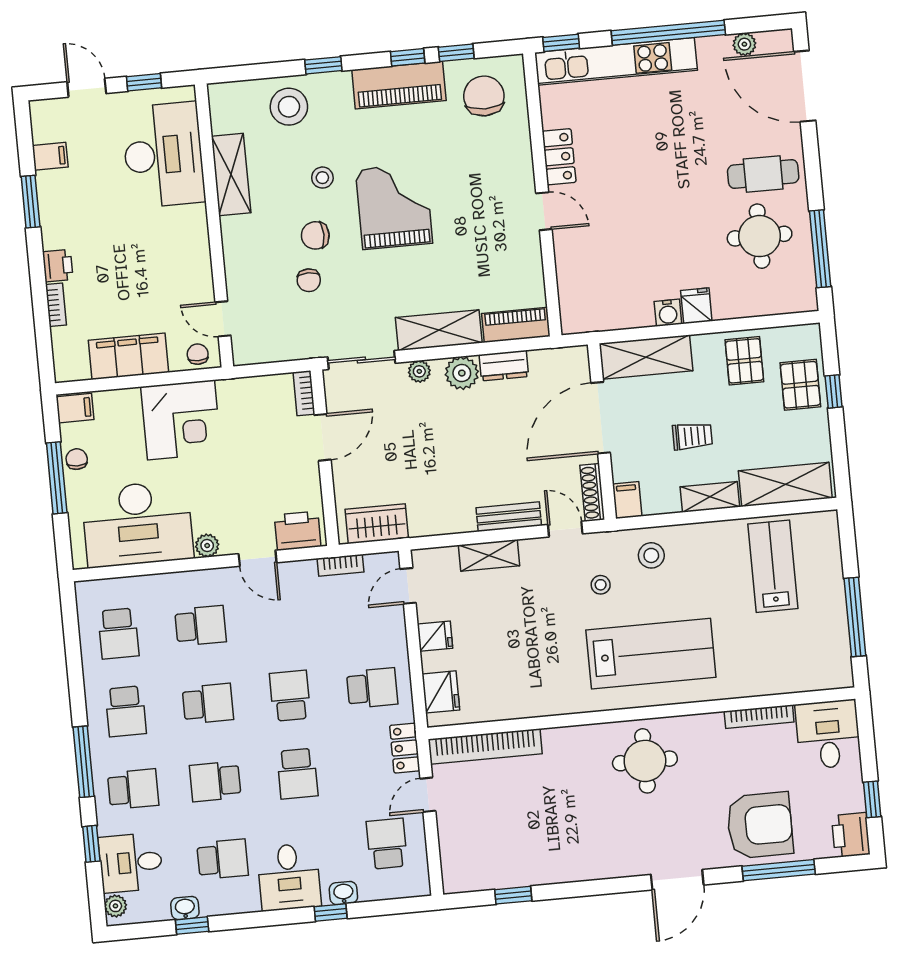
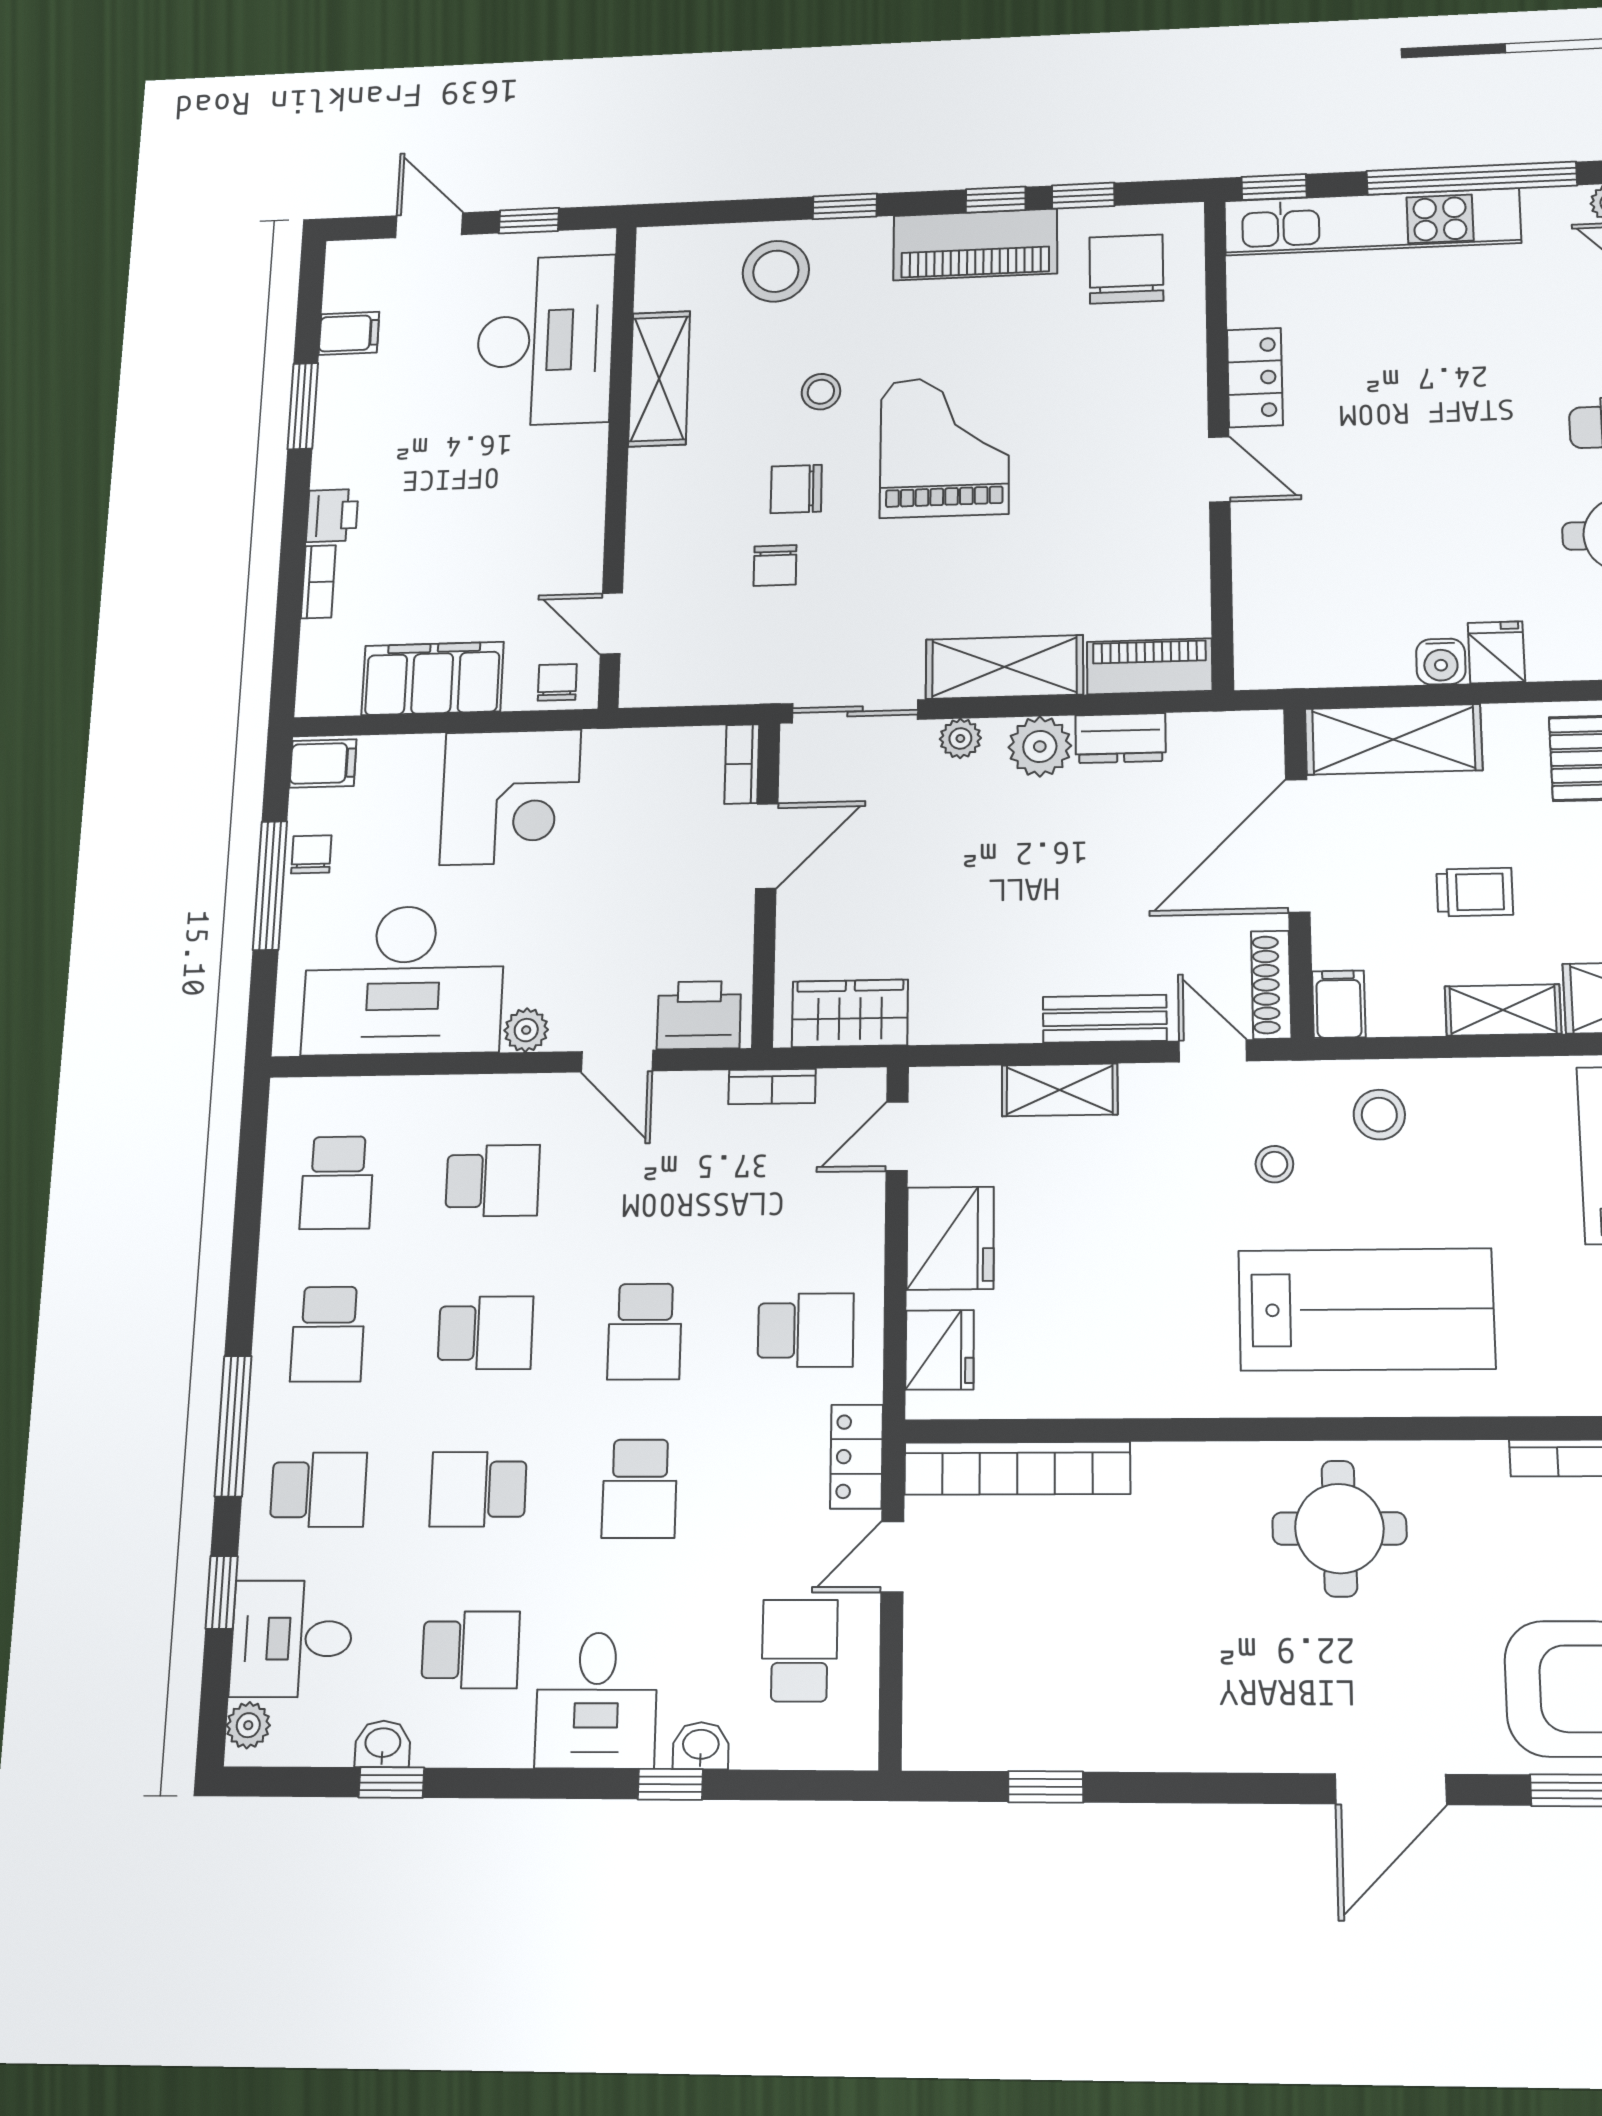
fridge: (435, 636) -> (950, 1238), width x1.88, depth x1.34
school desk: (290, 696) -> (645, 1332), turned 180

